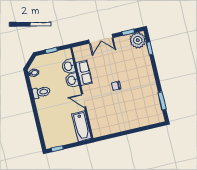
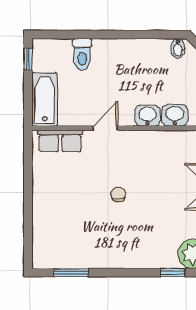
row of seats: (84, 73) -> (60, 141), moved
toilet: (41, 92) -> (82, 54), moved
bathtub: (82, 126) -> (45, 99), moved, turned 90

